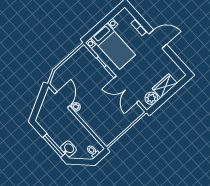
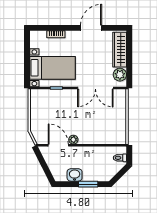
door: (158, 39) -> (91, 28), moved
wardrobe: (165, 86) -> (120, 50), width x1.50
window: (54, 146) -> (88, 184), width x0.69
washbasin: (68, 149) -> (75, 175), moved

